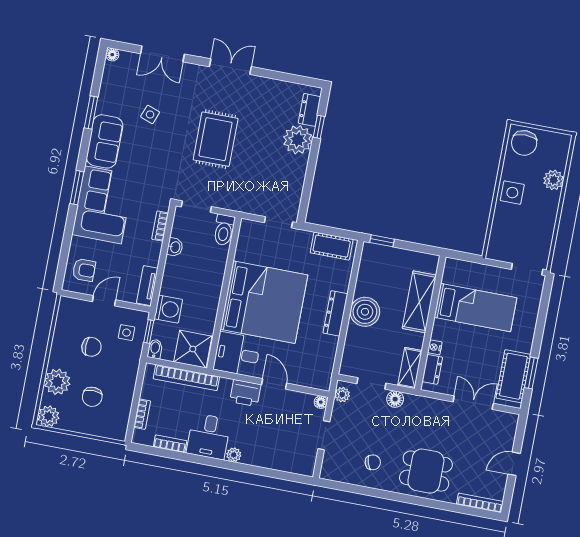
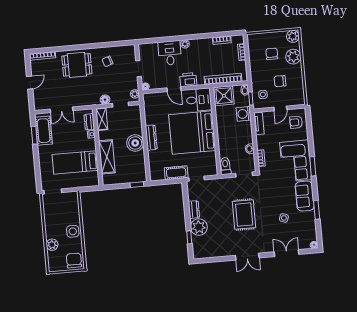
dresser: (310, 110) -> (194, 210), moved
cot: (332, 246) -> (176, 173), moved
desk: (209, 436) -> (170, 53), moved

